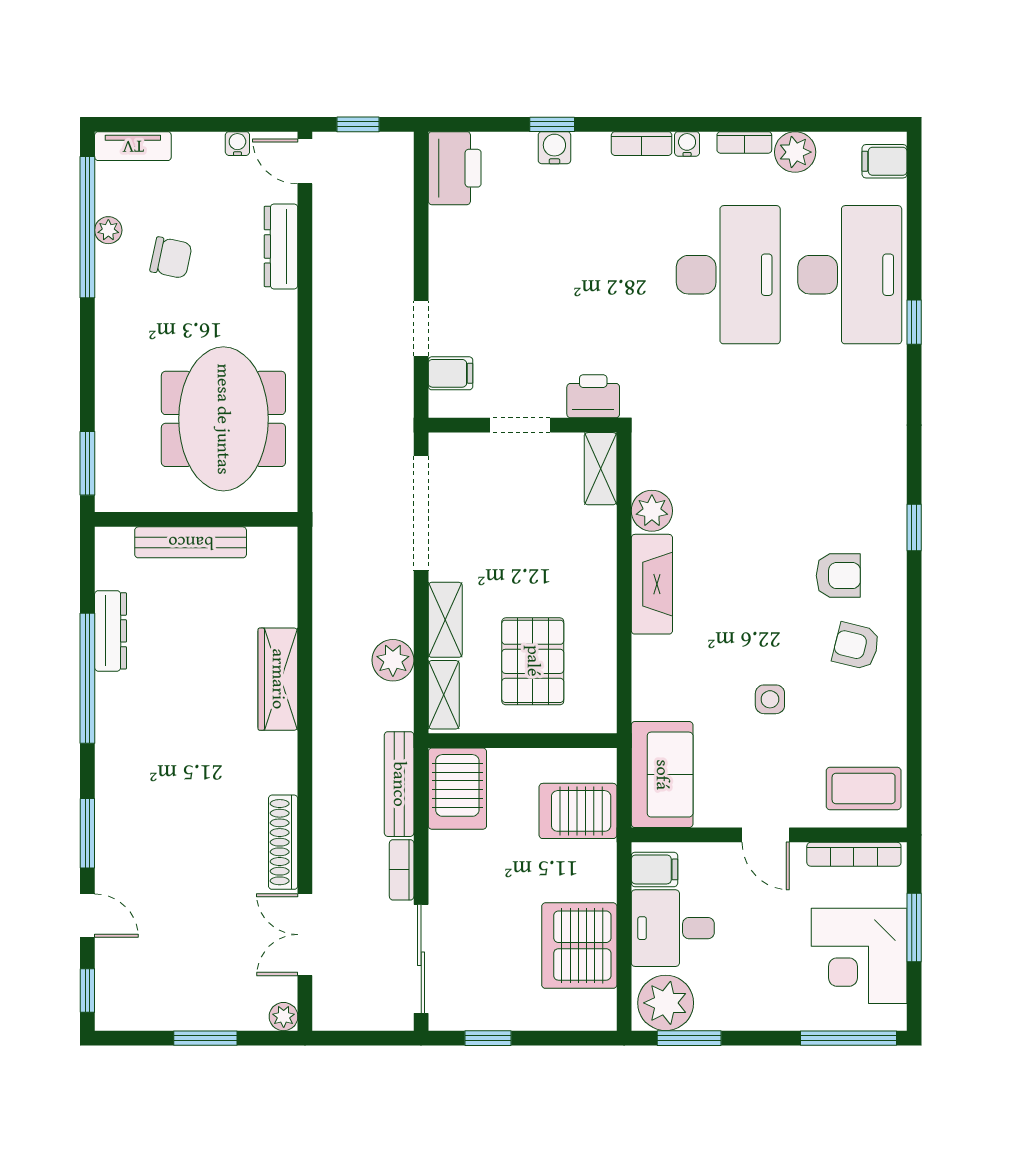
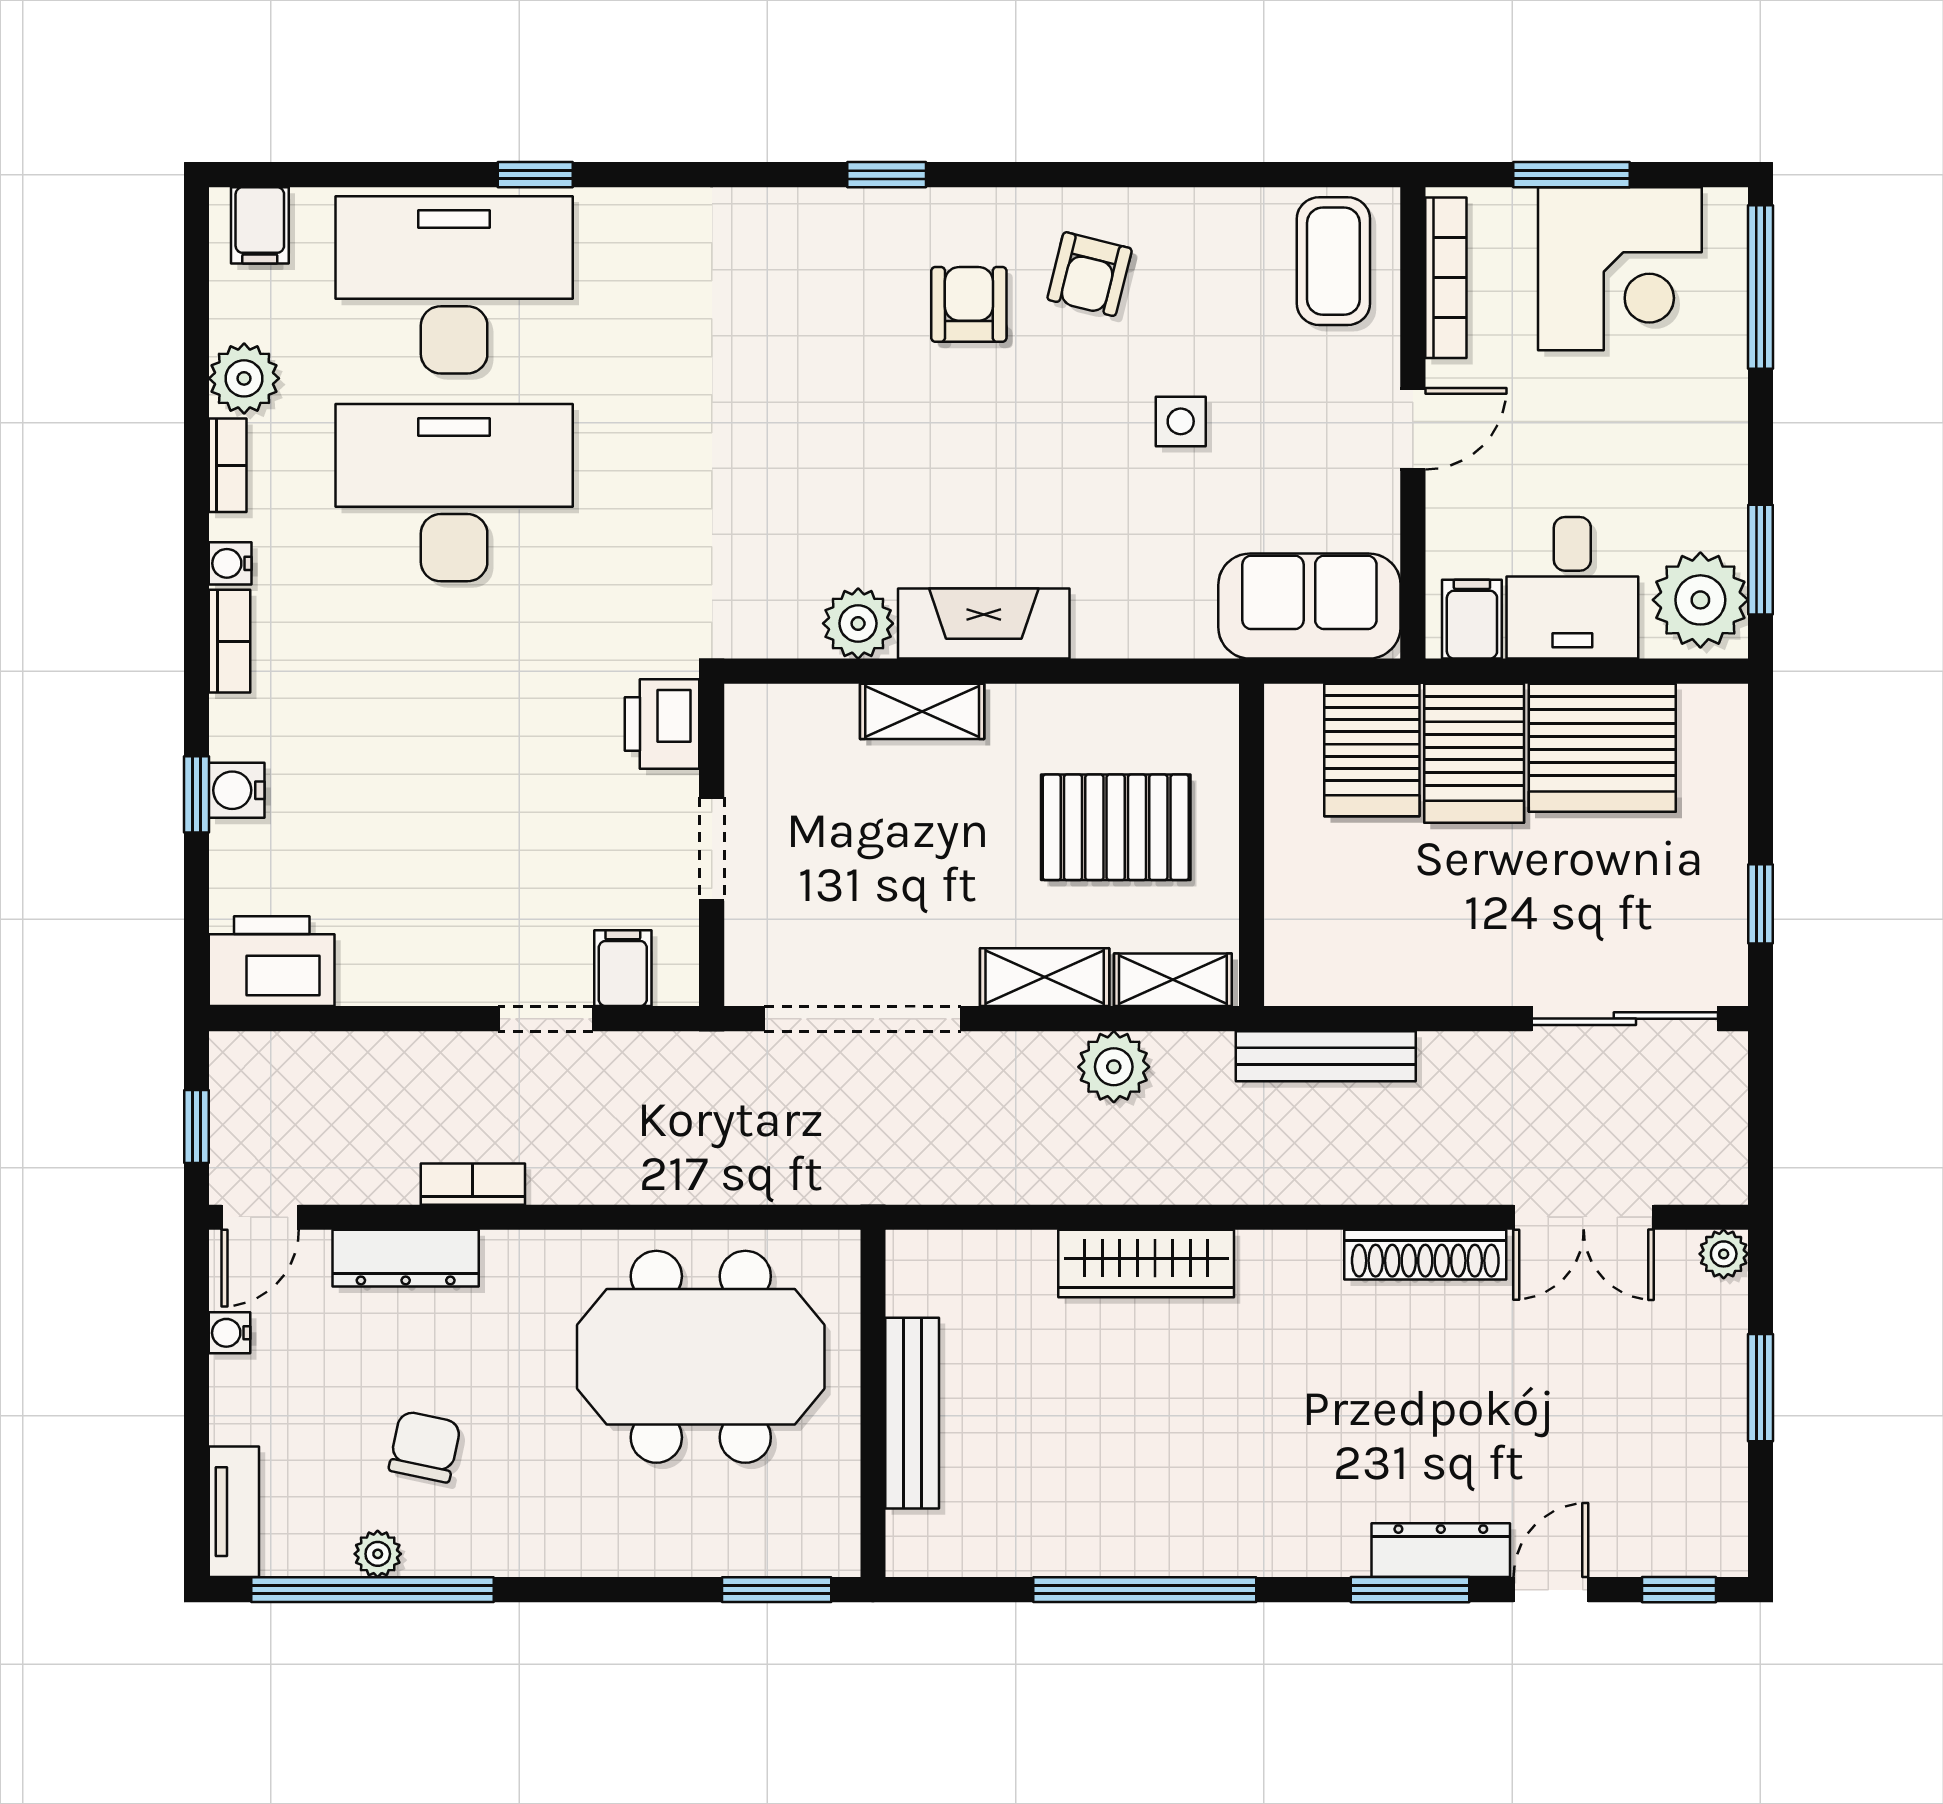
shelving: (601, 469) -> (922, 711), moved
dresser: (110, 631) -> (1441, 1550), moved
server rack: (457, 789) -> (1474, 753), moved, turned 90
bookcase: (402, 870) -> (473, 1184), moved, turned 180

